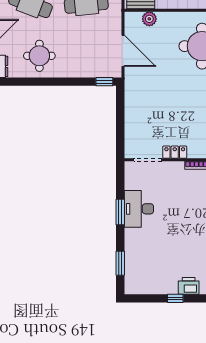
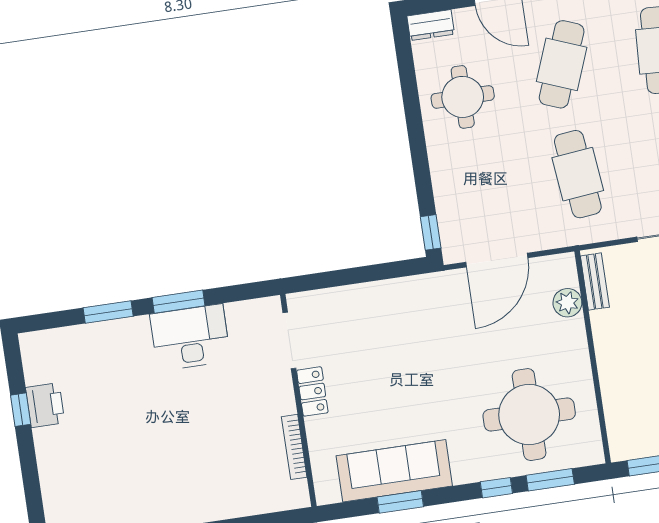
window: (120, 263) -> (108, 312), moved
printer: (189, 286) -> (45, 405), moved
window: (175, 298) -> (21, 410), moved

